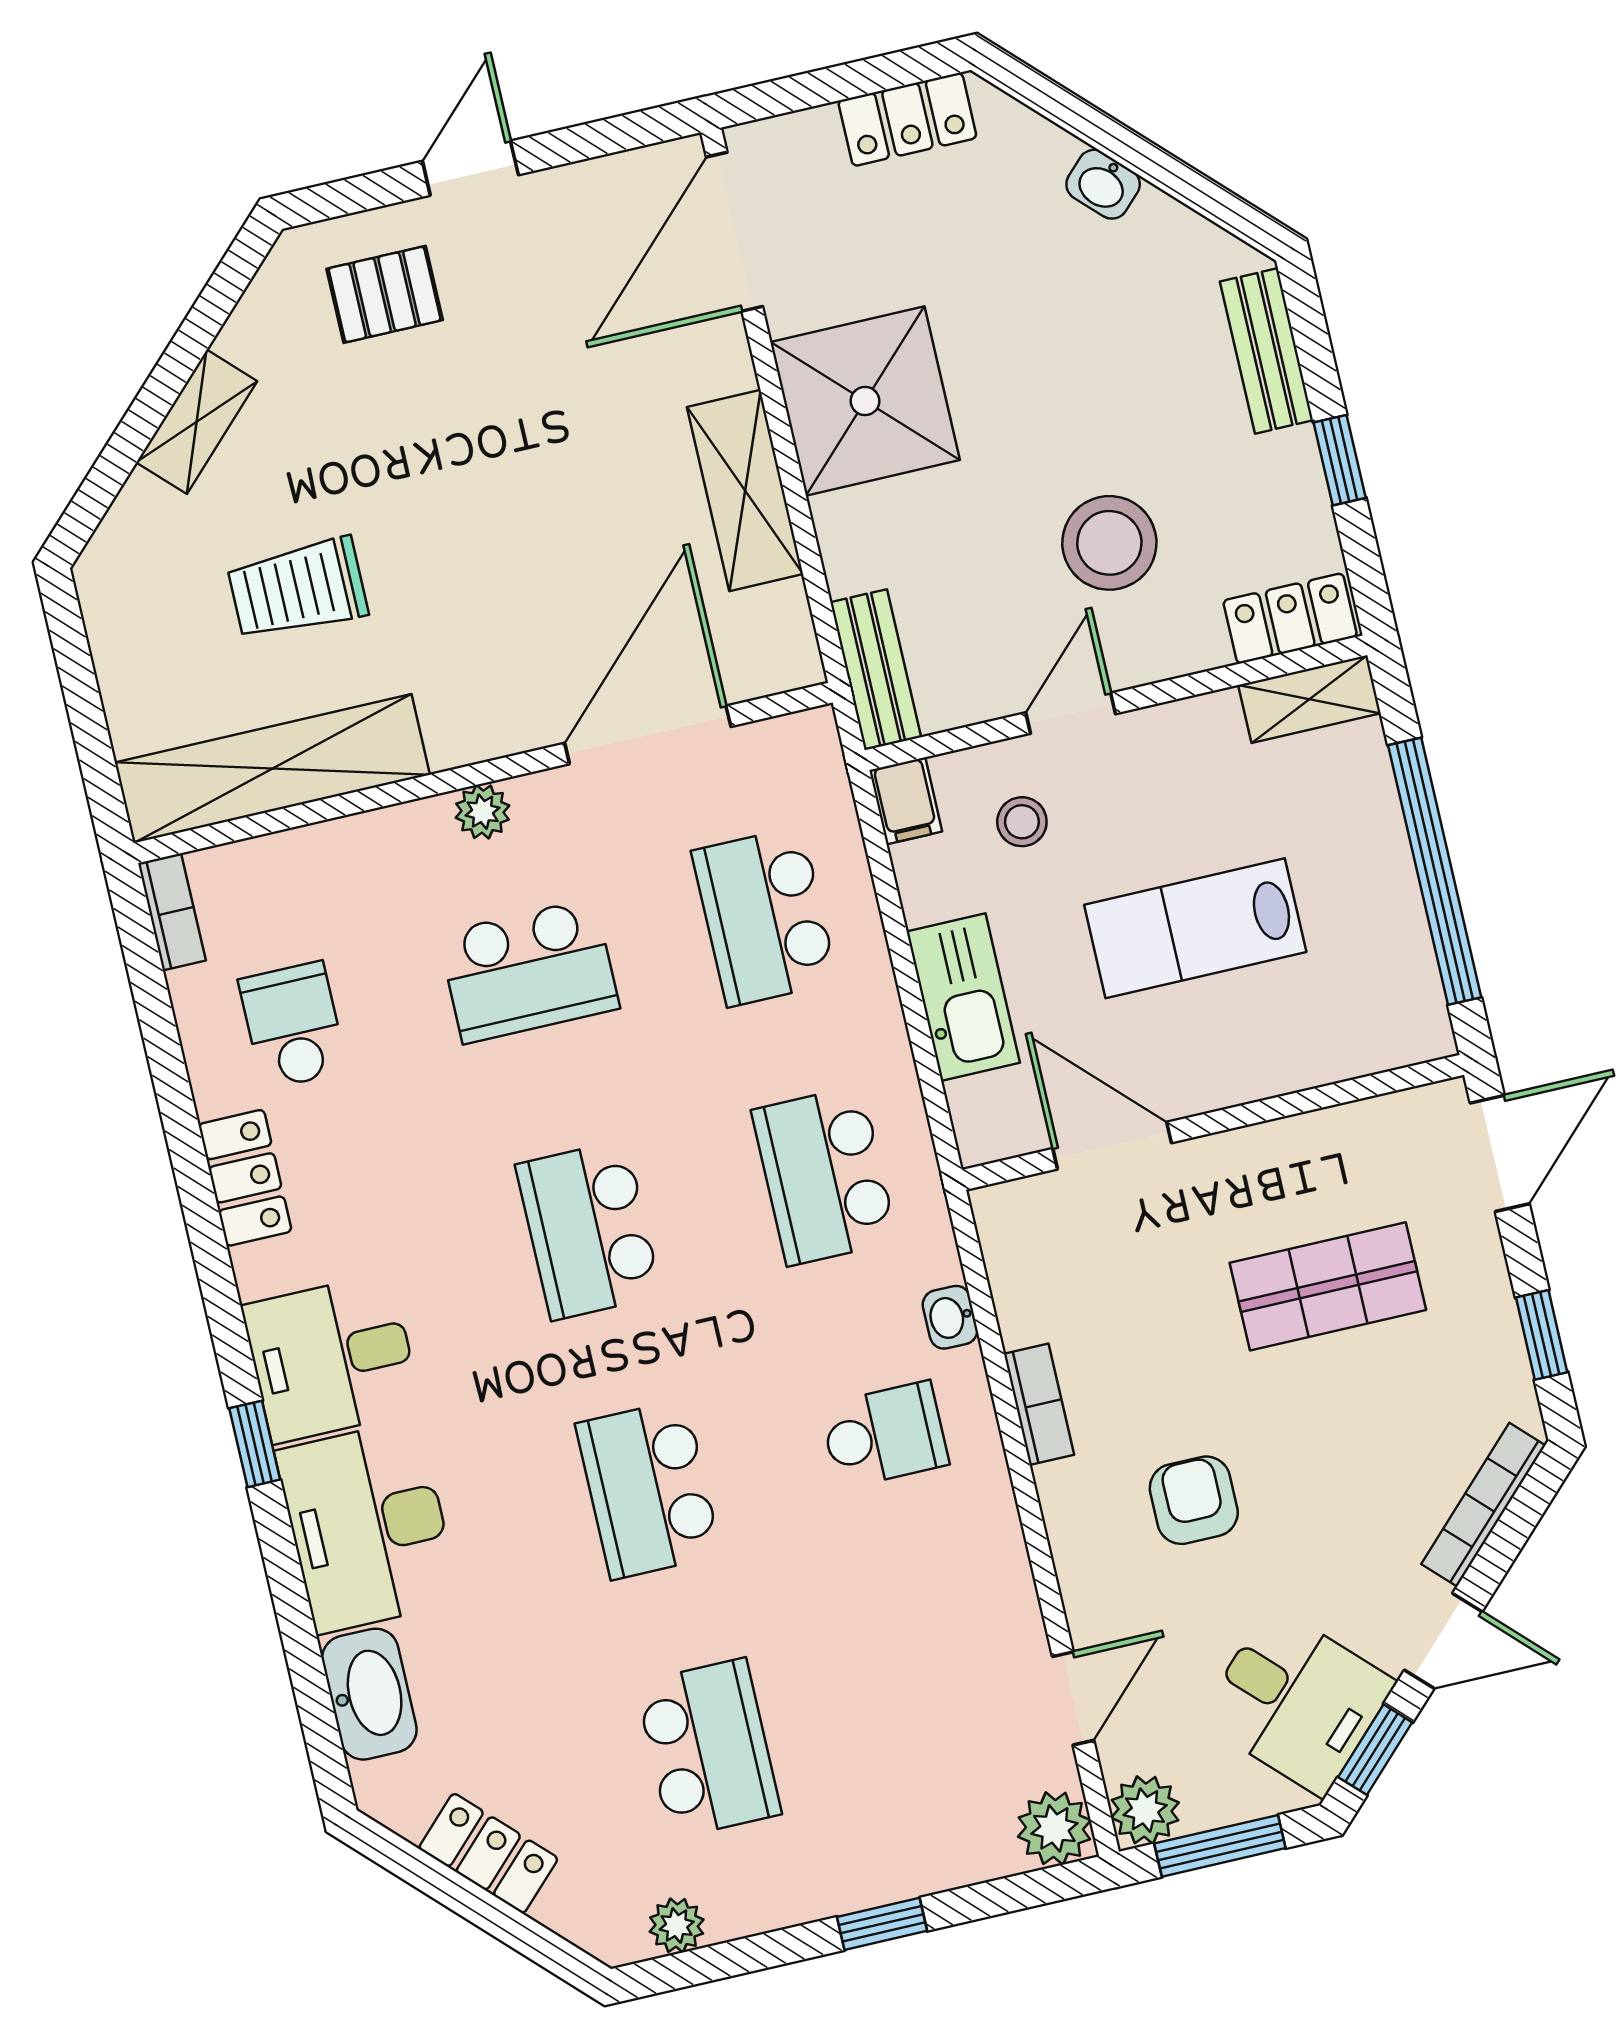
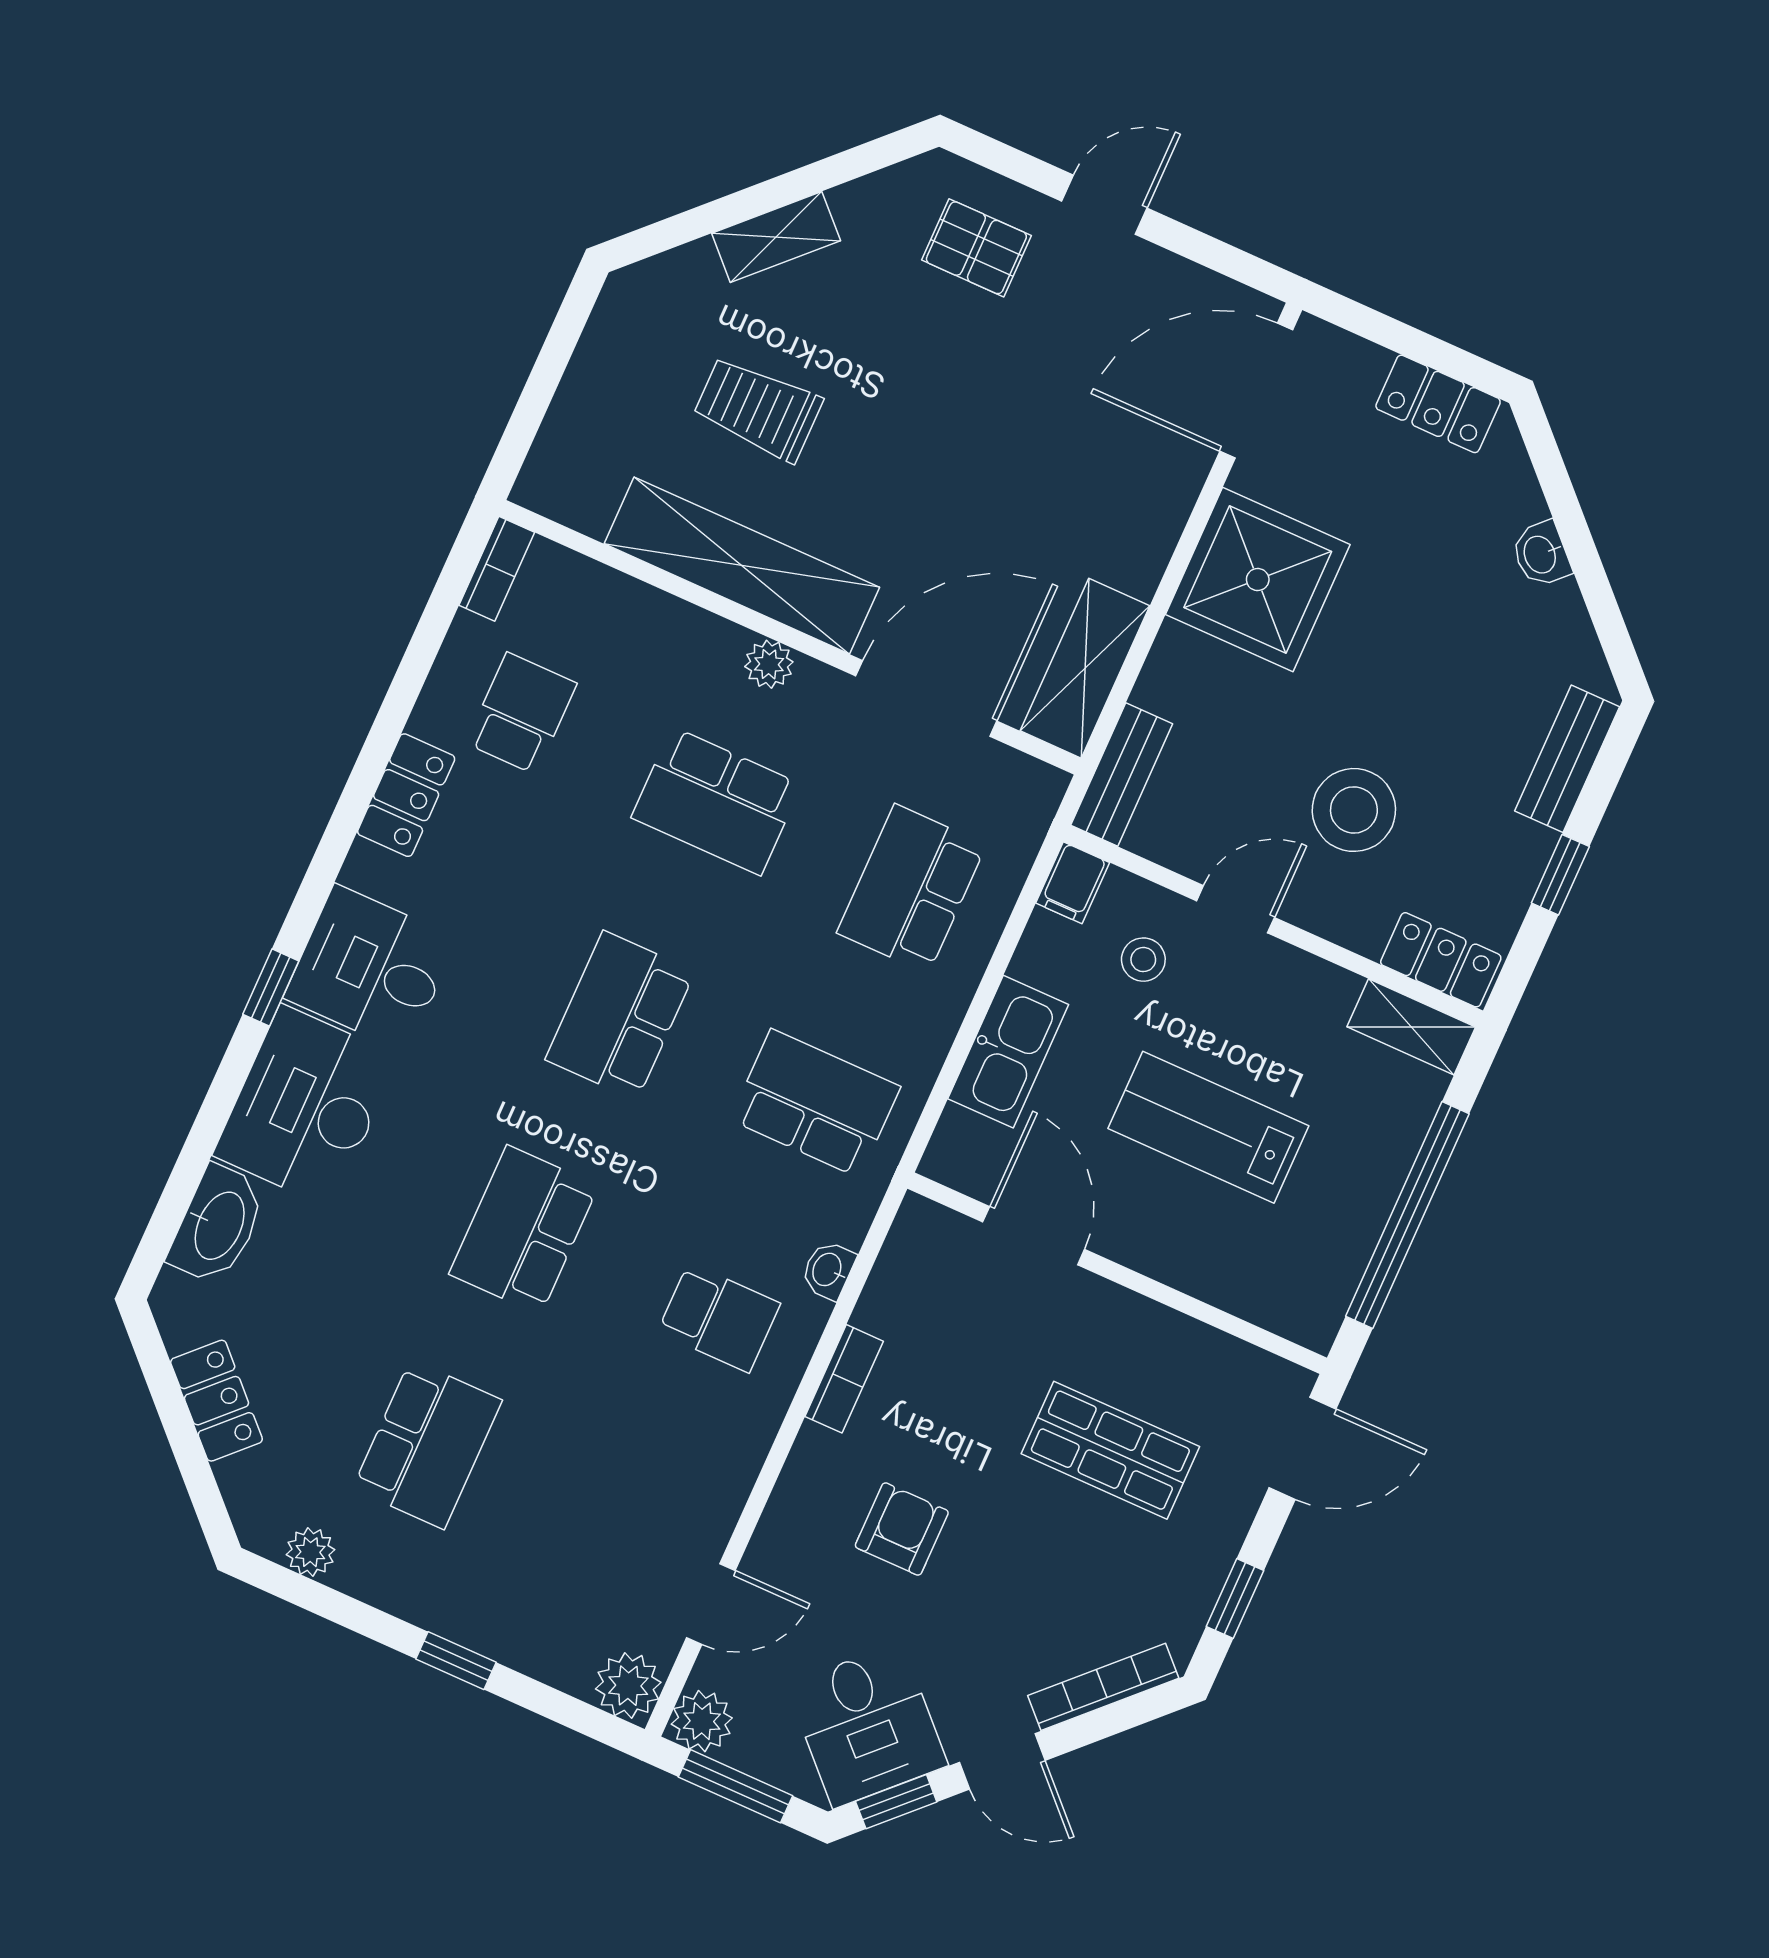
shelving: (745, 490) -> (1085, 668), moved
shelving: (272, 769) -> (742, 566), moved
school desk: (824, 1176) -> (815, 1103), turned 90

